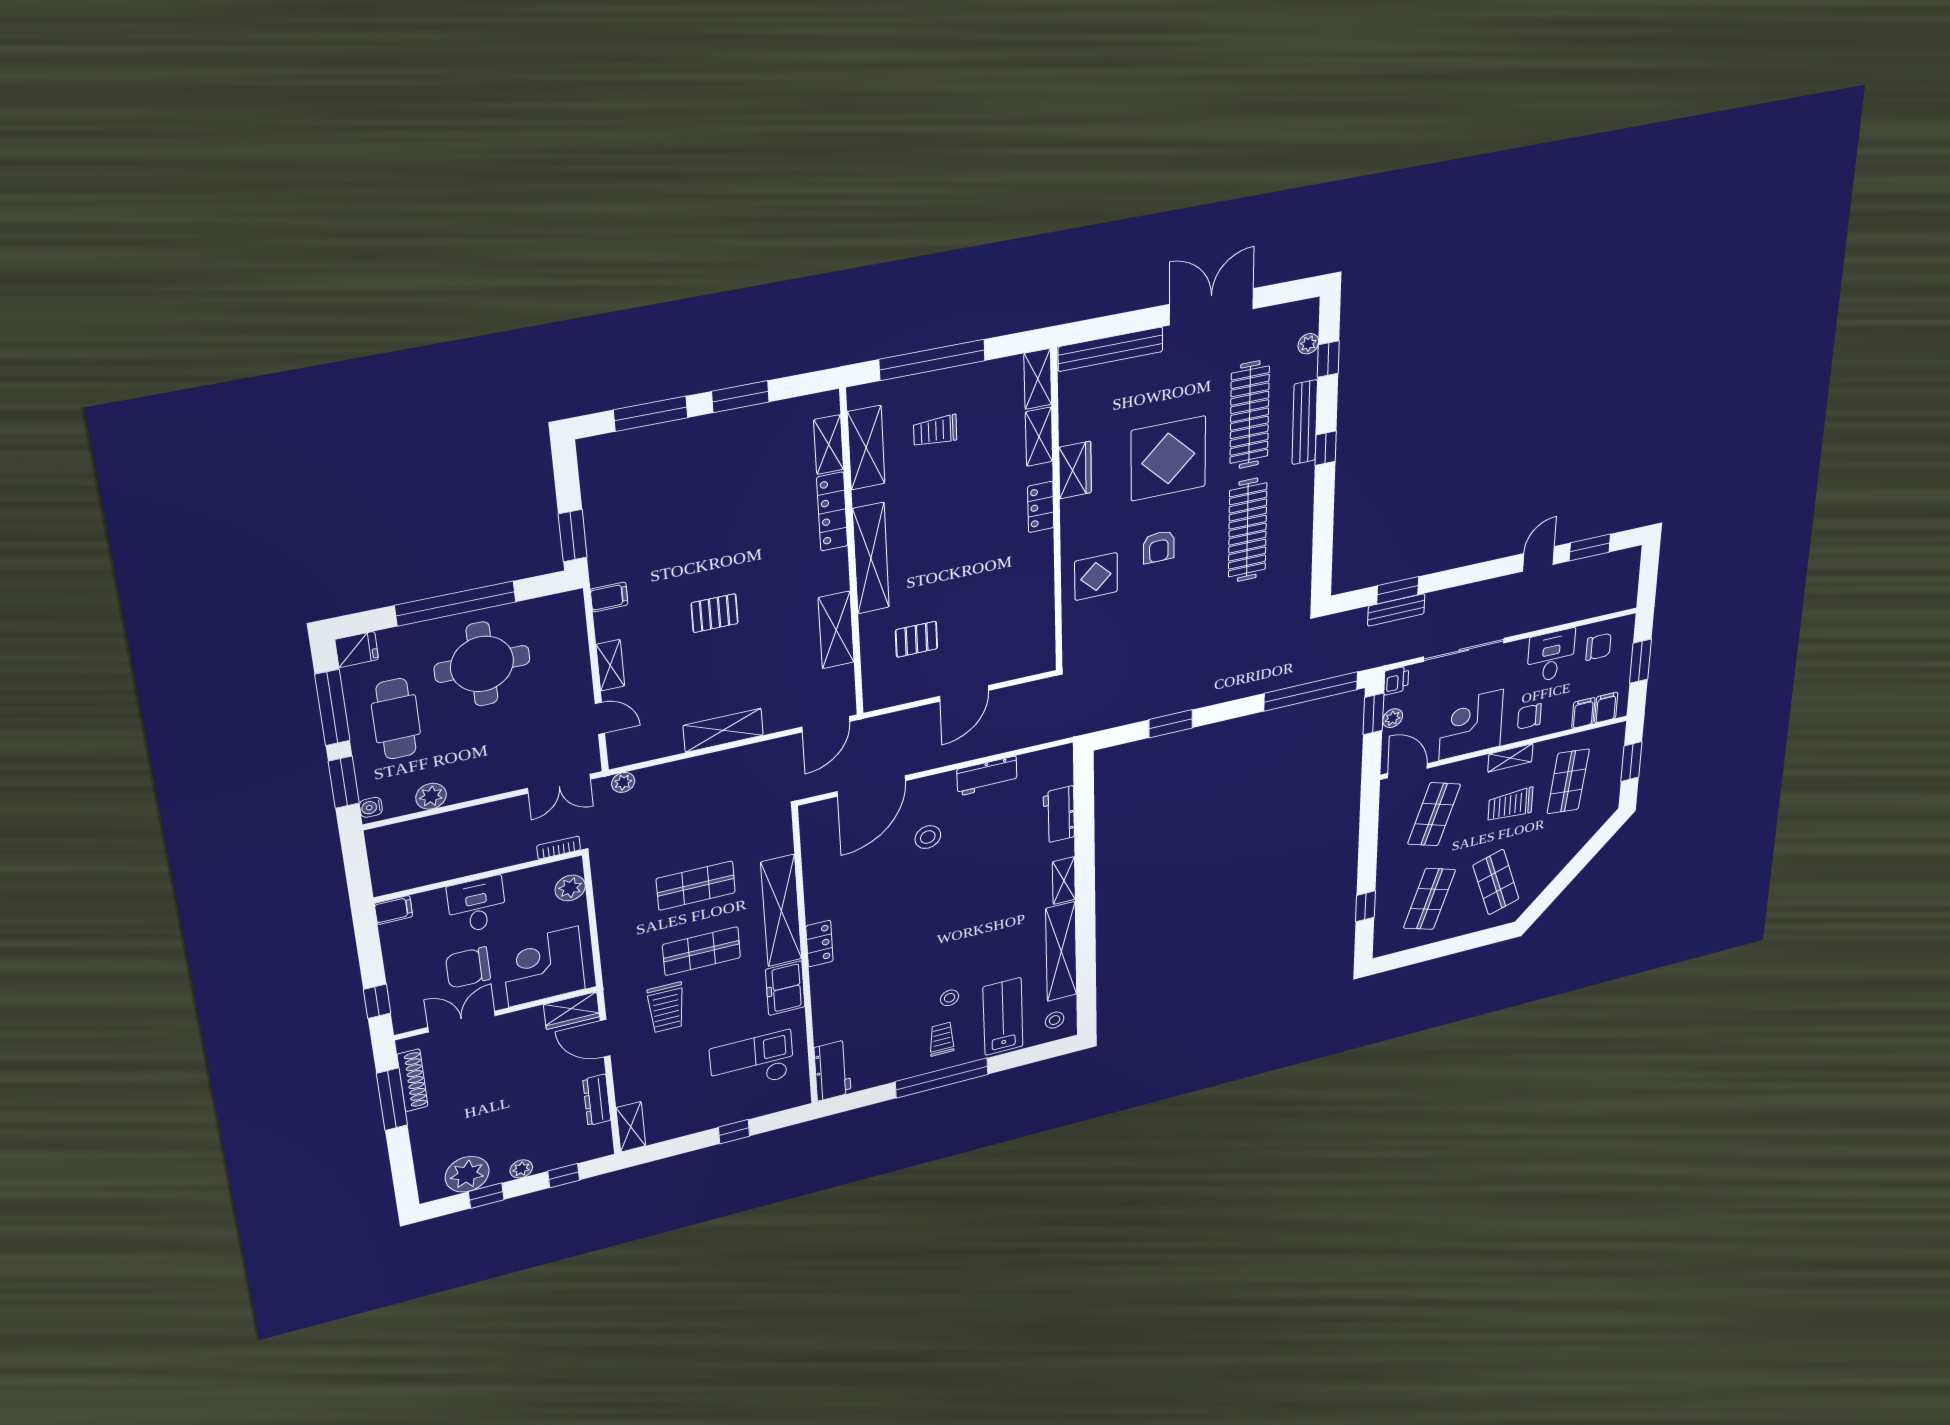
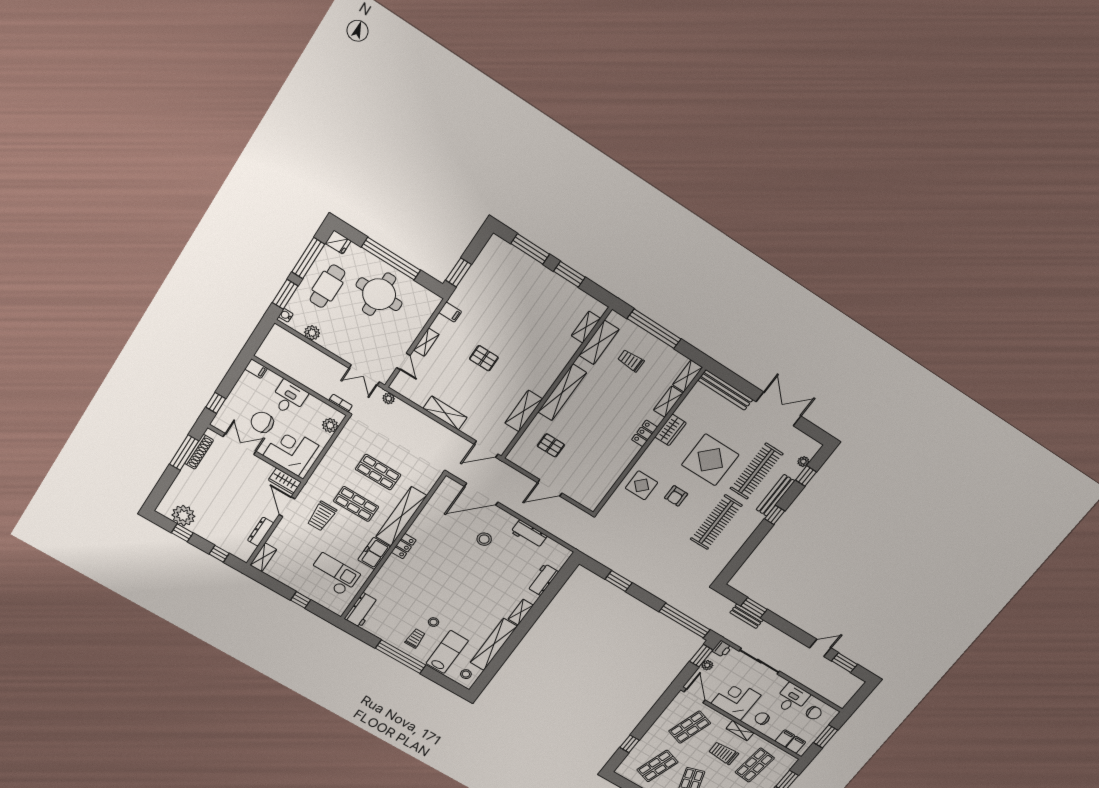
locker: (832, 512) -> (564, 358), removed
plant: (521, 1169) -> (206, 534), removed

